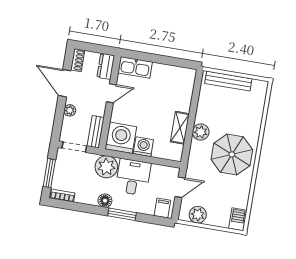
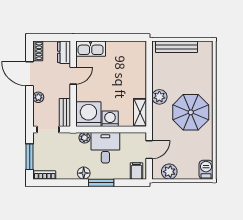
shelving: (180, 128) -> (140, 113), moved
plant: (106, 167) -> (85, 138), width x0.53, depth x0.53

